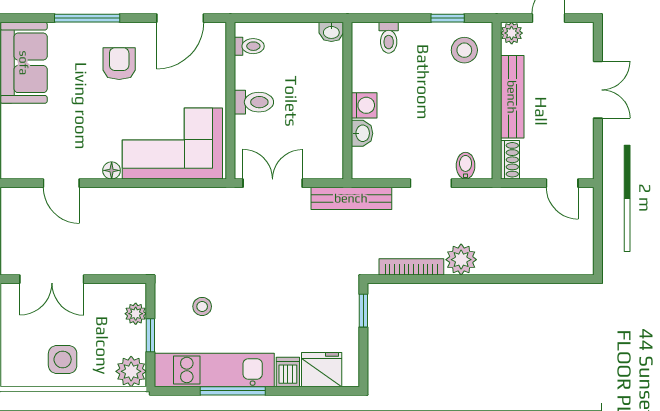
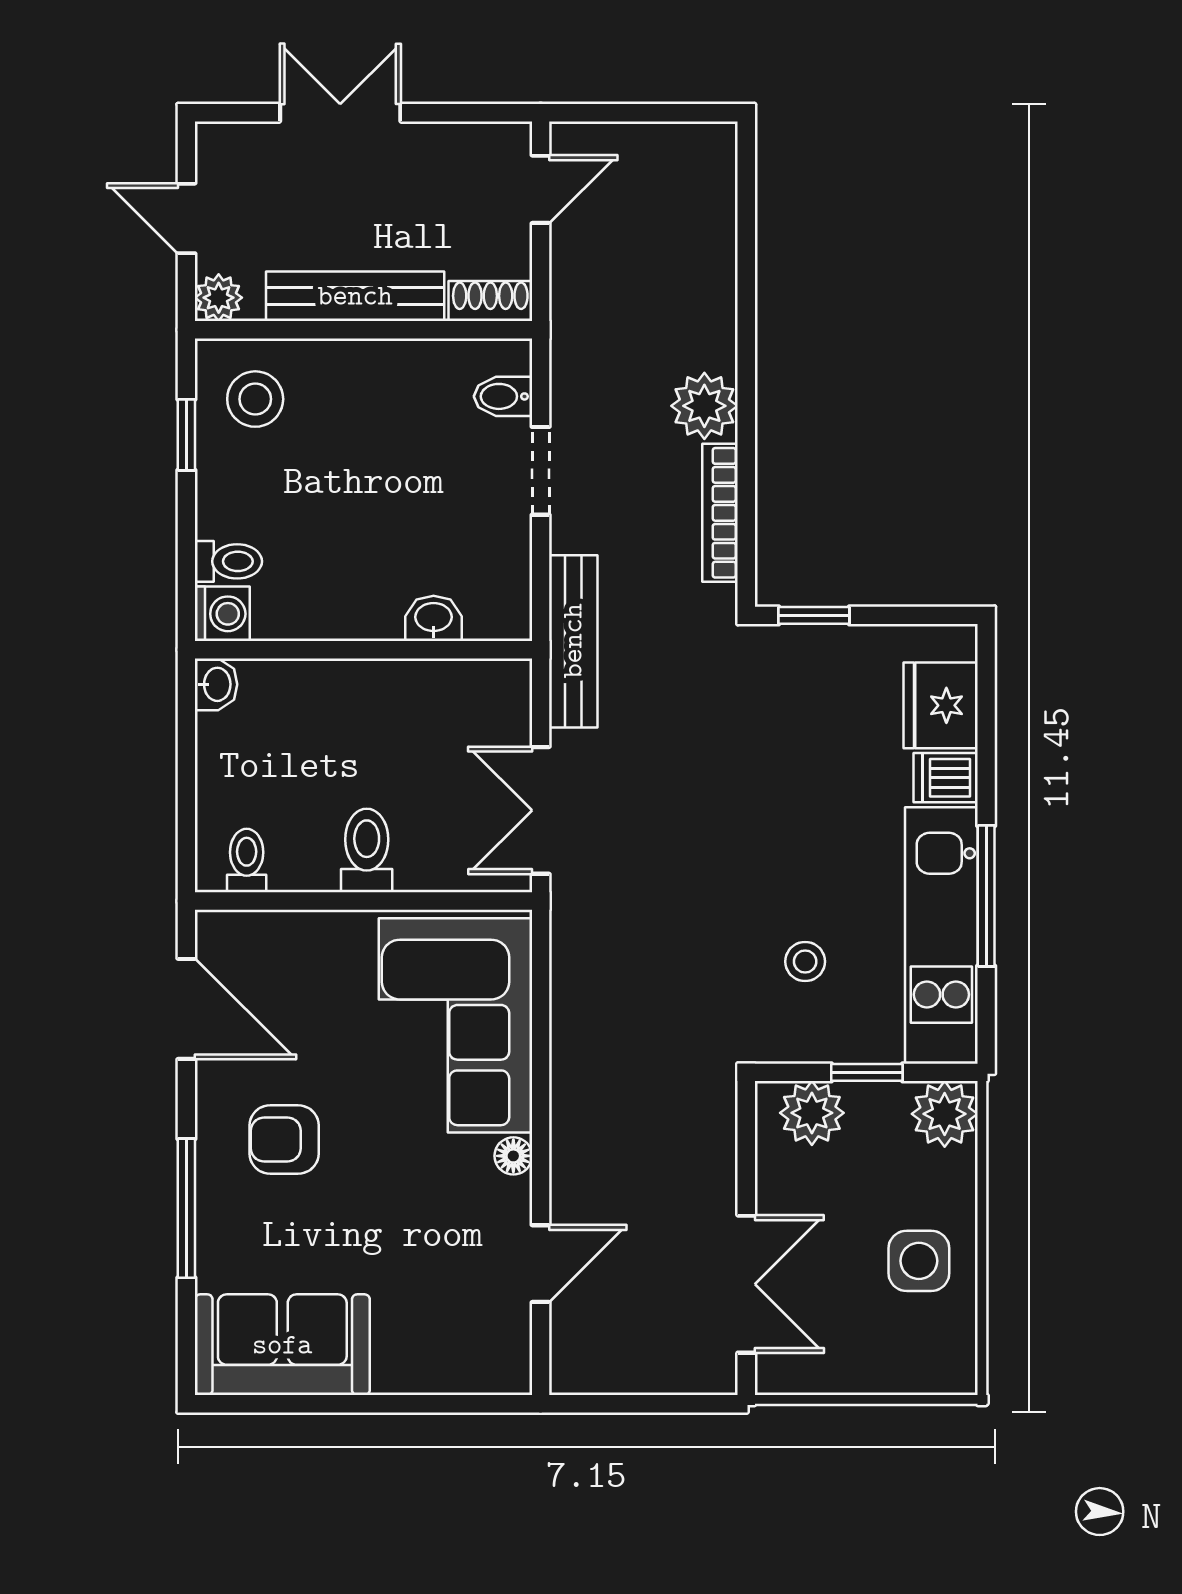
washing machine: (364, 105) -> (222, 614), moved, turned 90
plant: (136, 314) -> (812, 1113), width x1.38, depth x1.38

